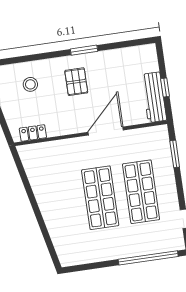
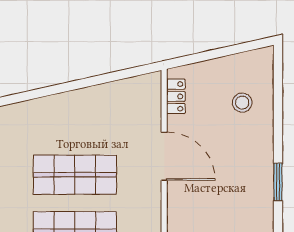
pallet: (76, 82) -> (237, 165), removed
door: (106, 131) -> (164, 156), moved

